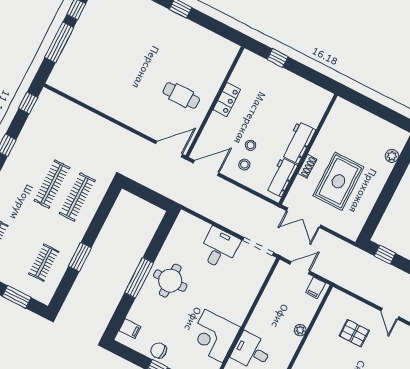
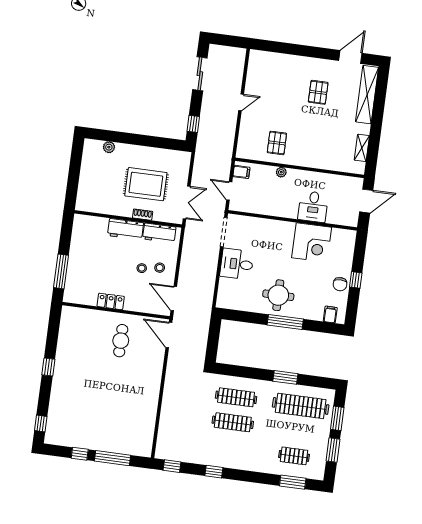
window: (278, 58) -> (61, 271), width x2.17
clothes rail: (44, 263) -> (301, 406), width x1.86, depth x1.31
pallet: (354, 333) -> (277, 143), moved

